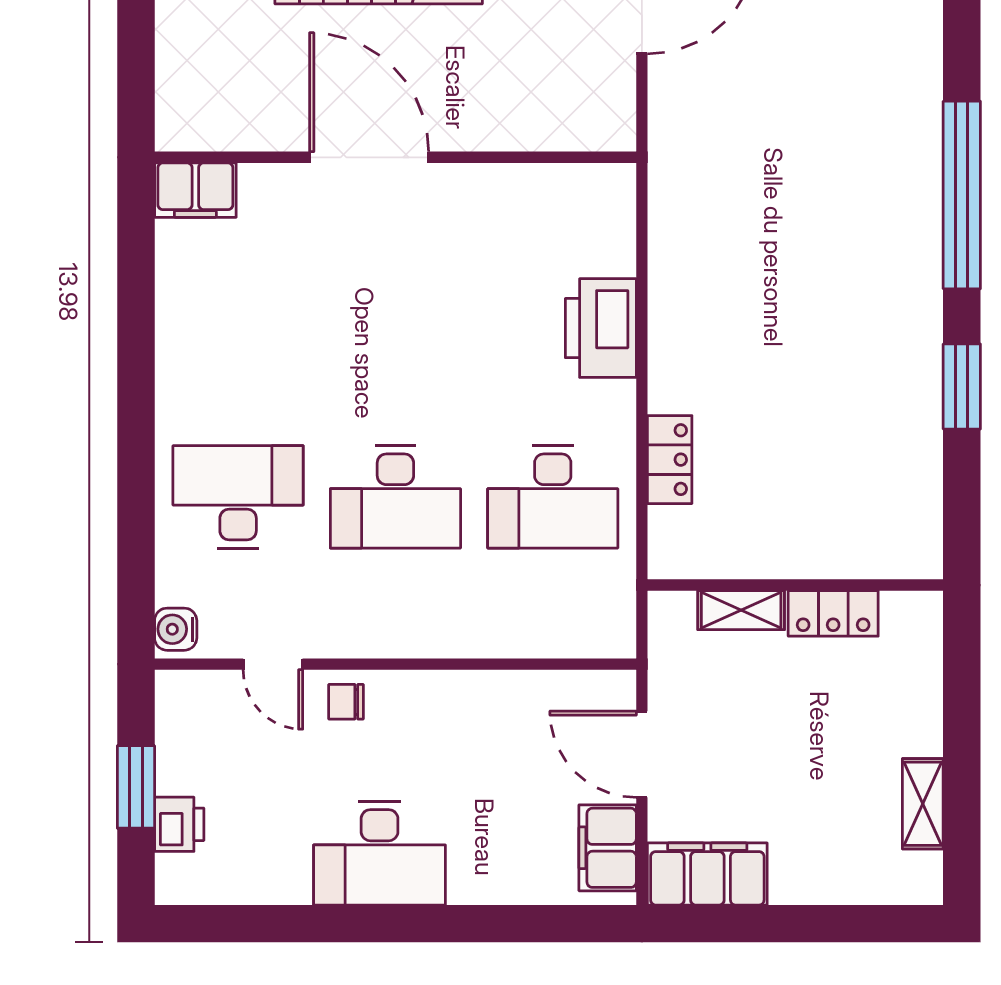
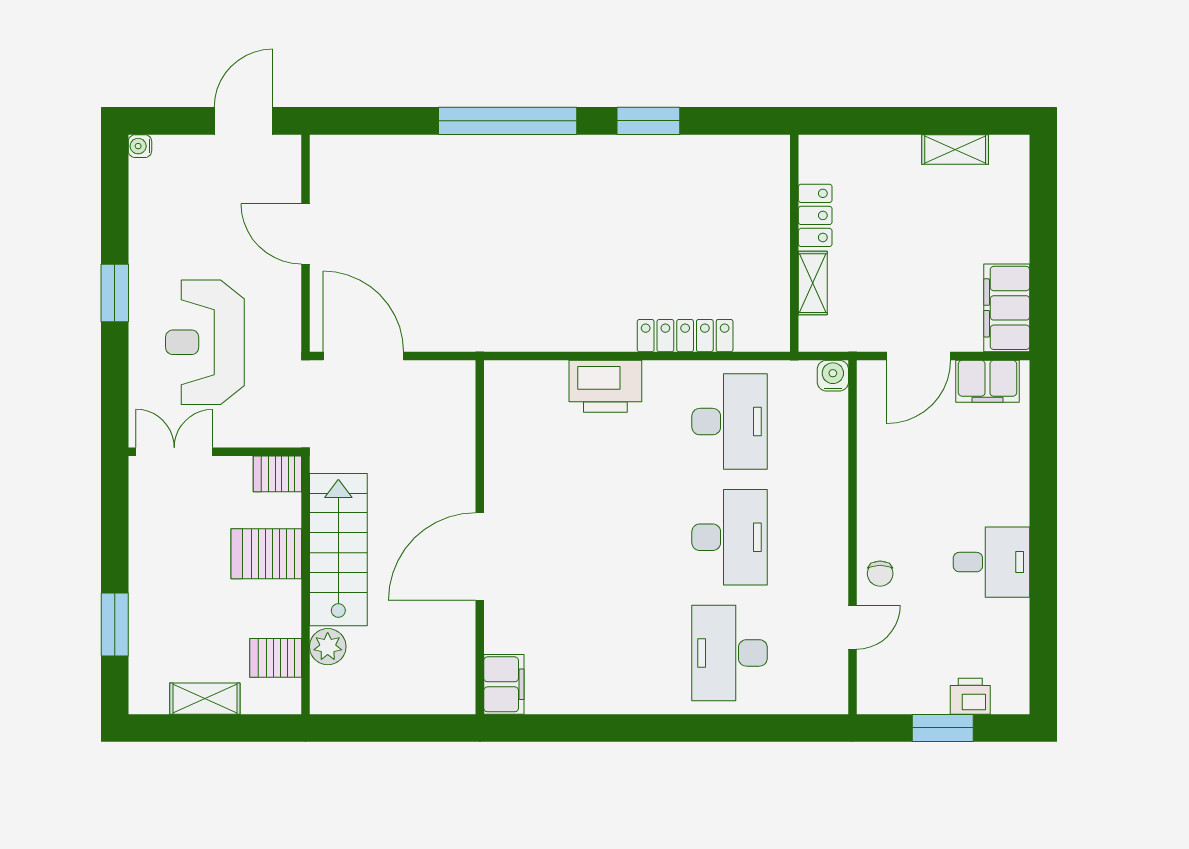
locker: (670, 460) -> (685, 336), width x1.53
water cooler: (176, 629) -> (833, 376), moved, turned 180
desk: (380, 853) -> (991, 562), width x0.73

